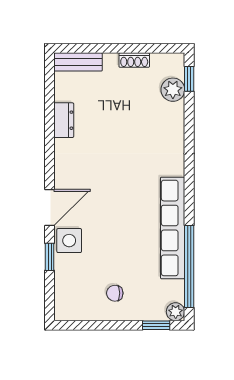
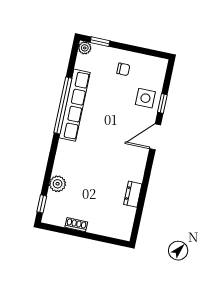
bench: (78, 62) -> (115, 232), removed
plant: (173, 90) -> (58, 184), moved
side table: (69, 241) -> (145, 98), moved
window: (189, 267) -> (63, 105), moved

